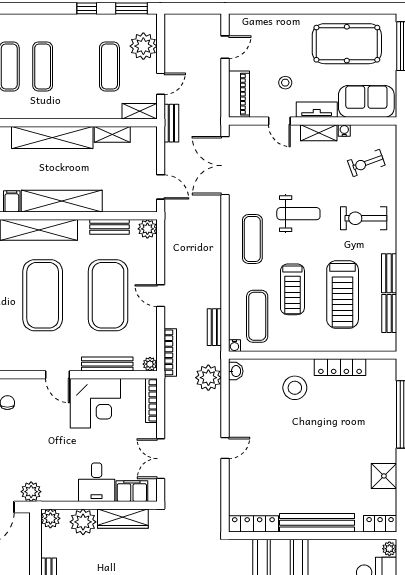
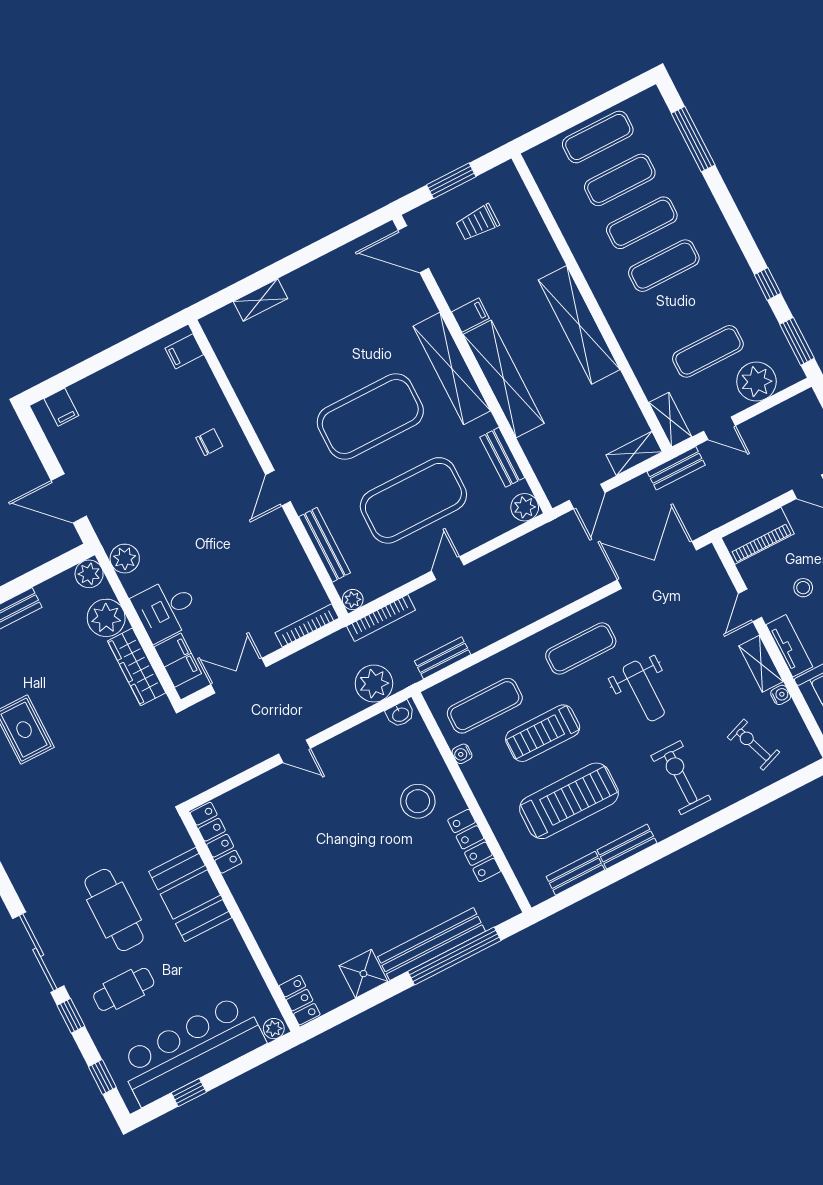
shelving: (112, 134) -> (634, 453), moved, turned 90
treadmill: (343, 295) -> (569, 801), turned 180
water cooler: (234, 346) -> (462, 754), moved
corner desk: (95, 403) -> (266, 555), removed
plant: (31, 492) -> (125, 559), moved
bench: (317, 523) -> (432, 944), moved, turned 90

